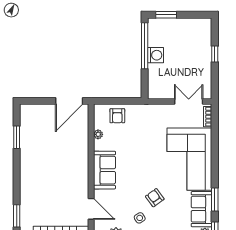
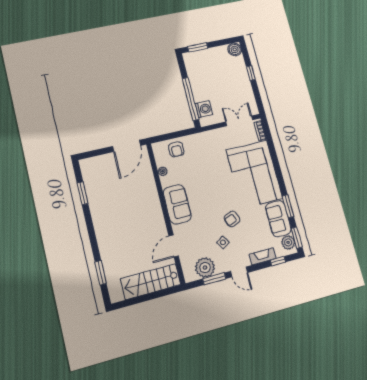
boiler: (204, 25) -> (235, 49), added
window: (145, 46) -> (191, 99), moved
washing machine: (155, 55) -> (204, 109), moved
armchair: (155, 198) -> (232, 219), turned -75
door: (91, 209) -> (174, 246), swing flipped

